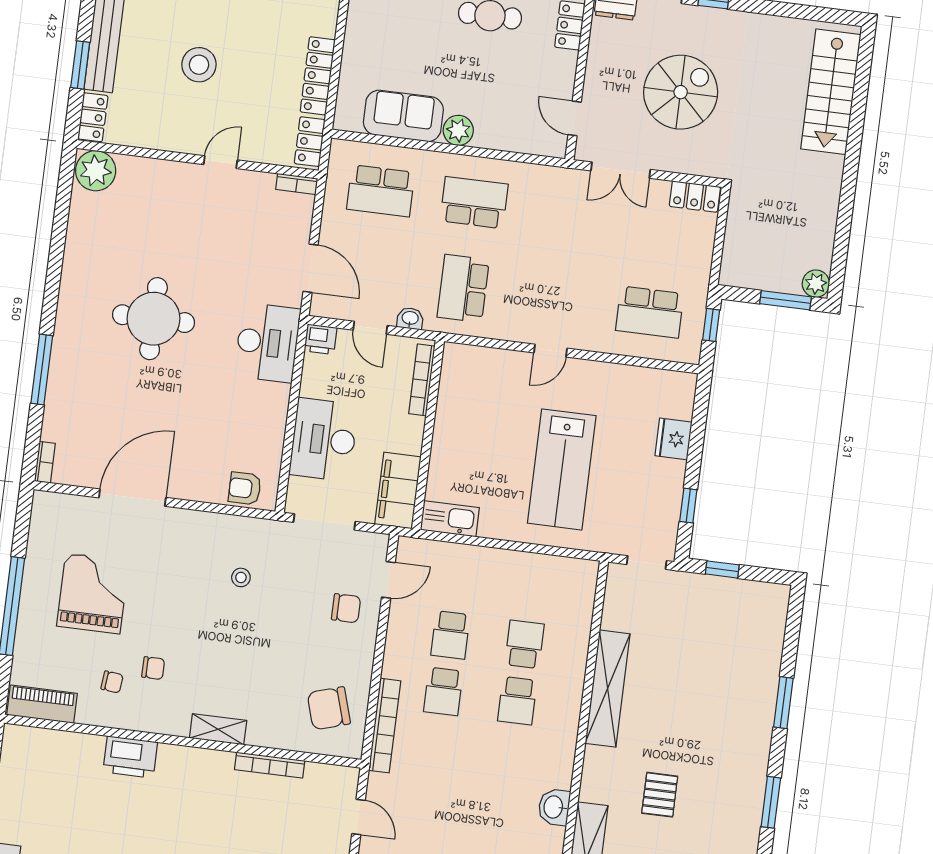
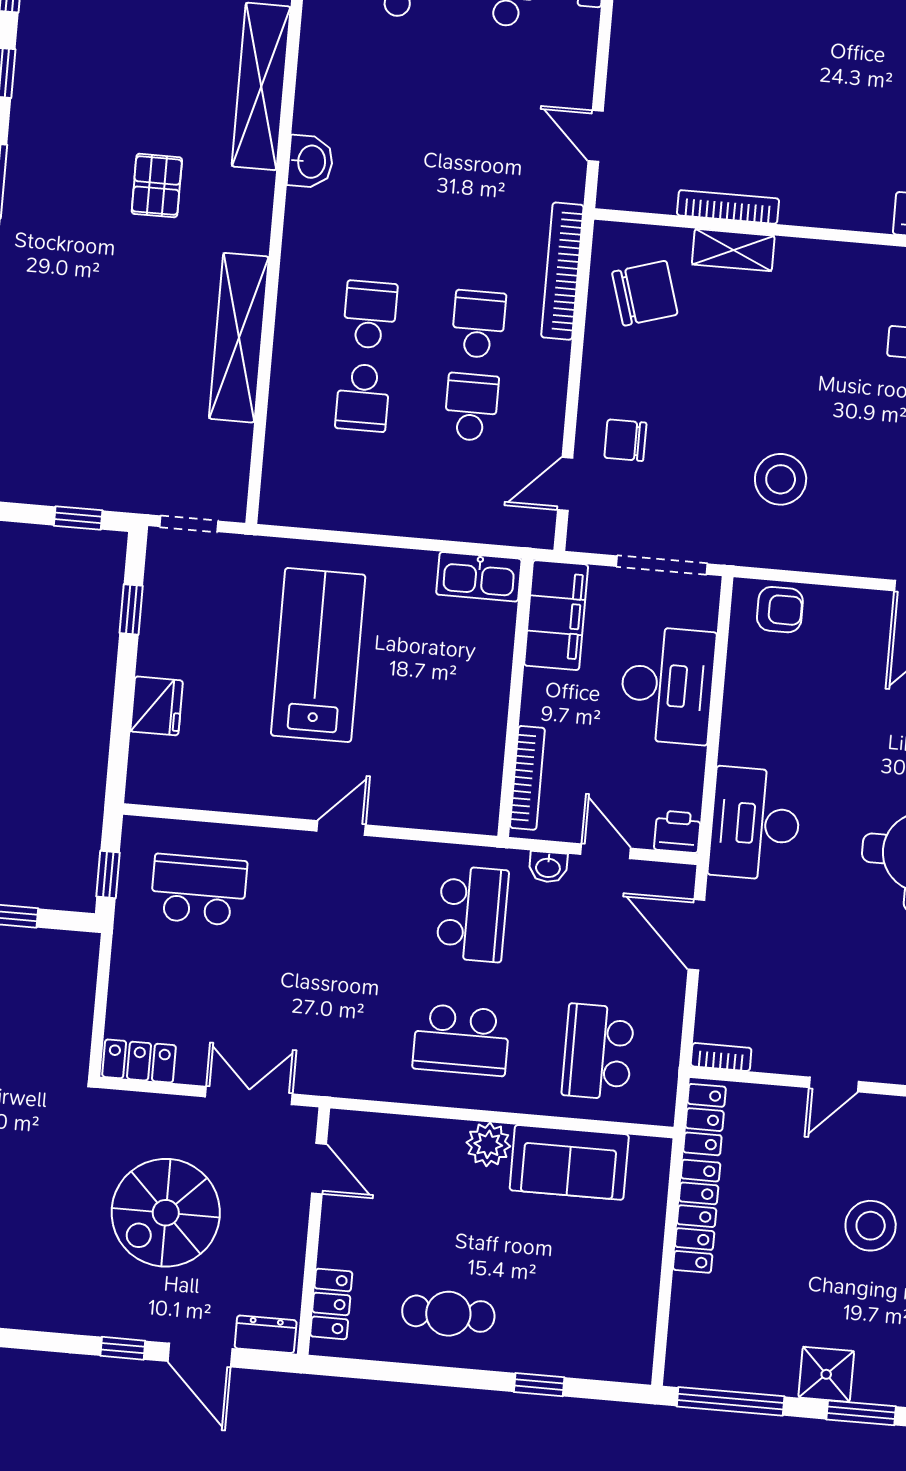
school desk: (381, 191) -> (598, 1052), turned -90
stool: (241, 577) -> (781, 479), width x1.89, depth x1.89
shelving: (218, 729) -> (733, 250), moved

